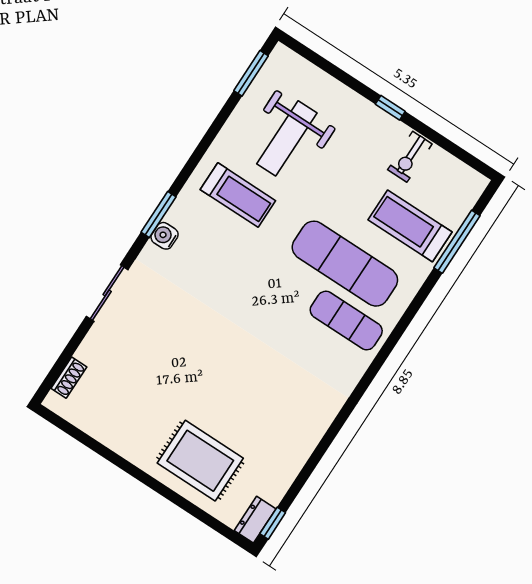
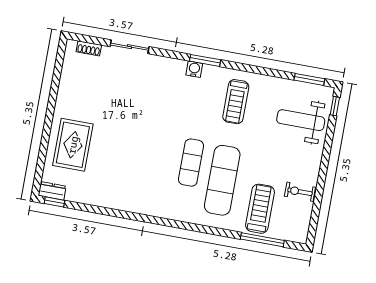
window: (390, 108) -> (335, 106), moved
weight bench: (287, 138) -> (301, 120), moved
sliding door: (107, 293) -> (129, 47), moved
exercise mat: (346, 321) -> (191, 163), moved

